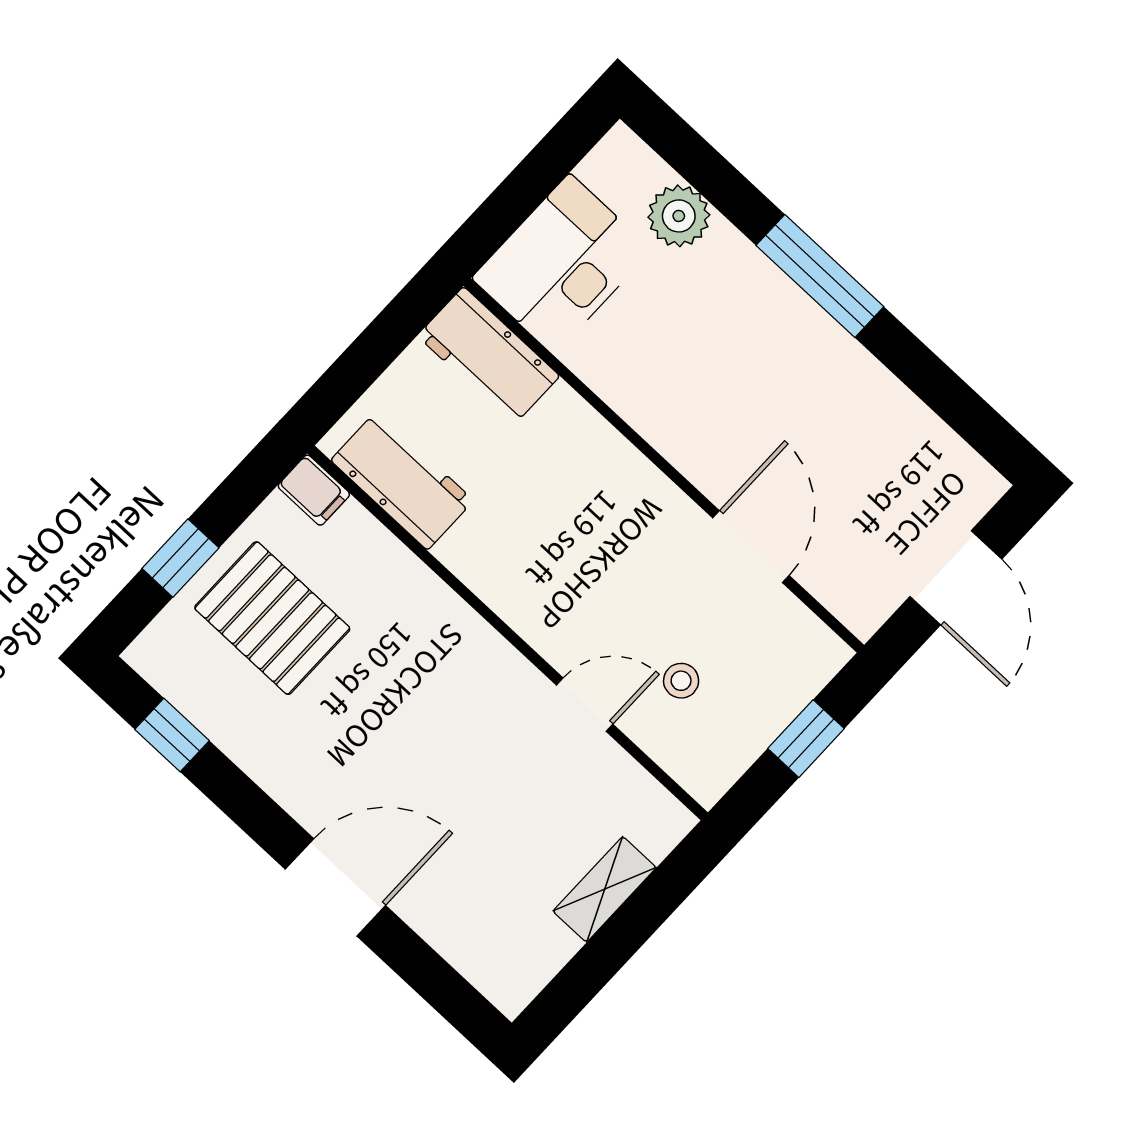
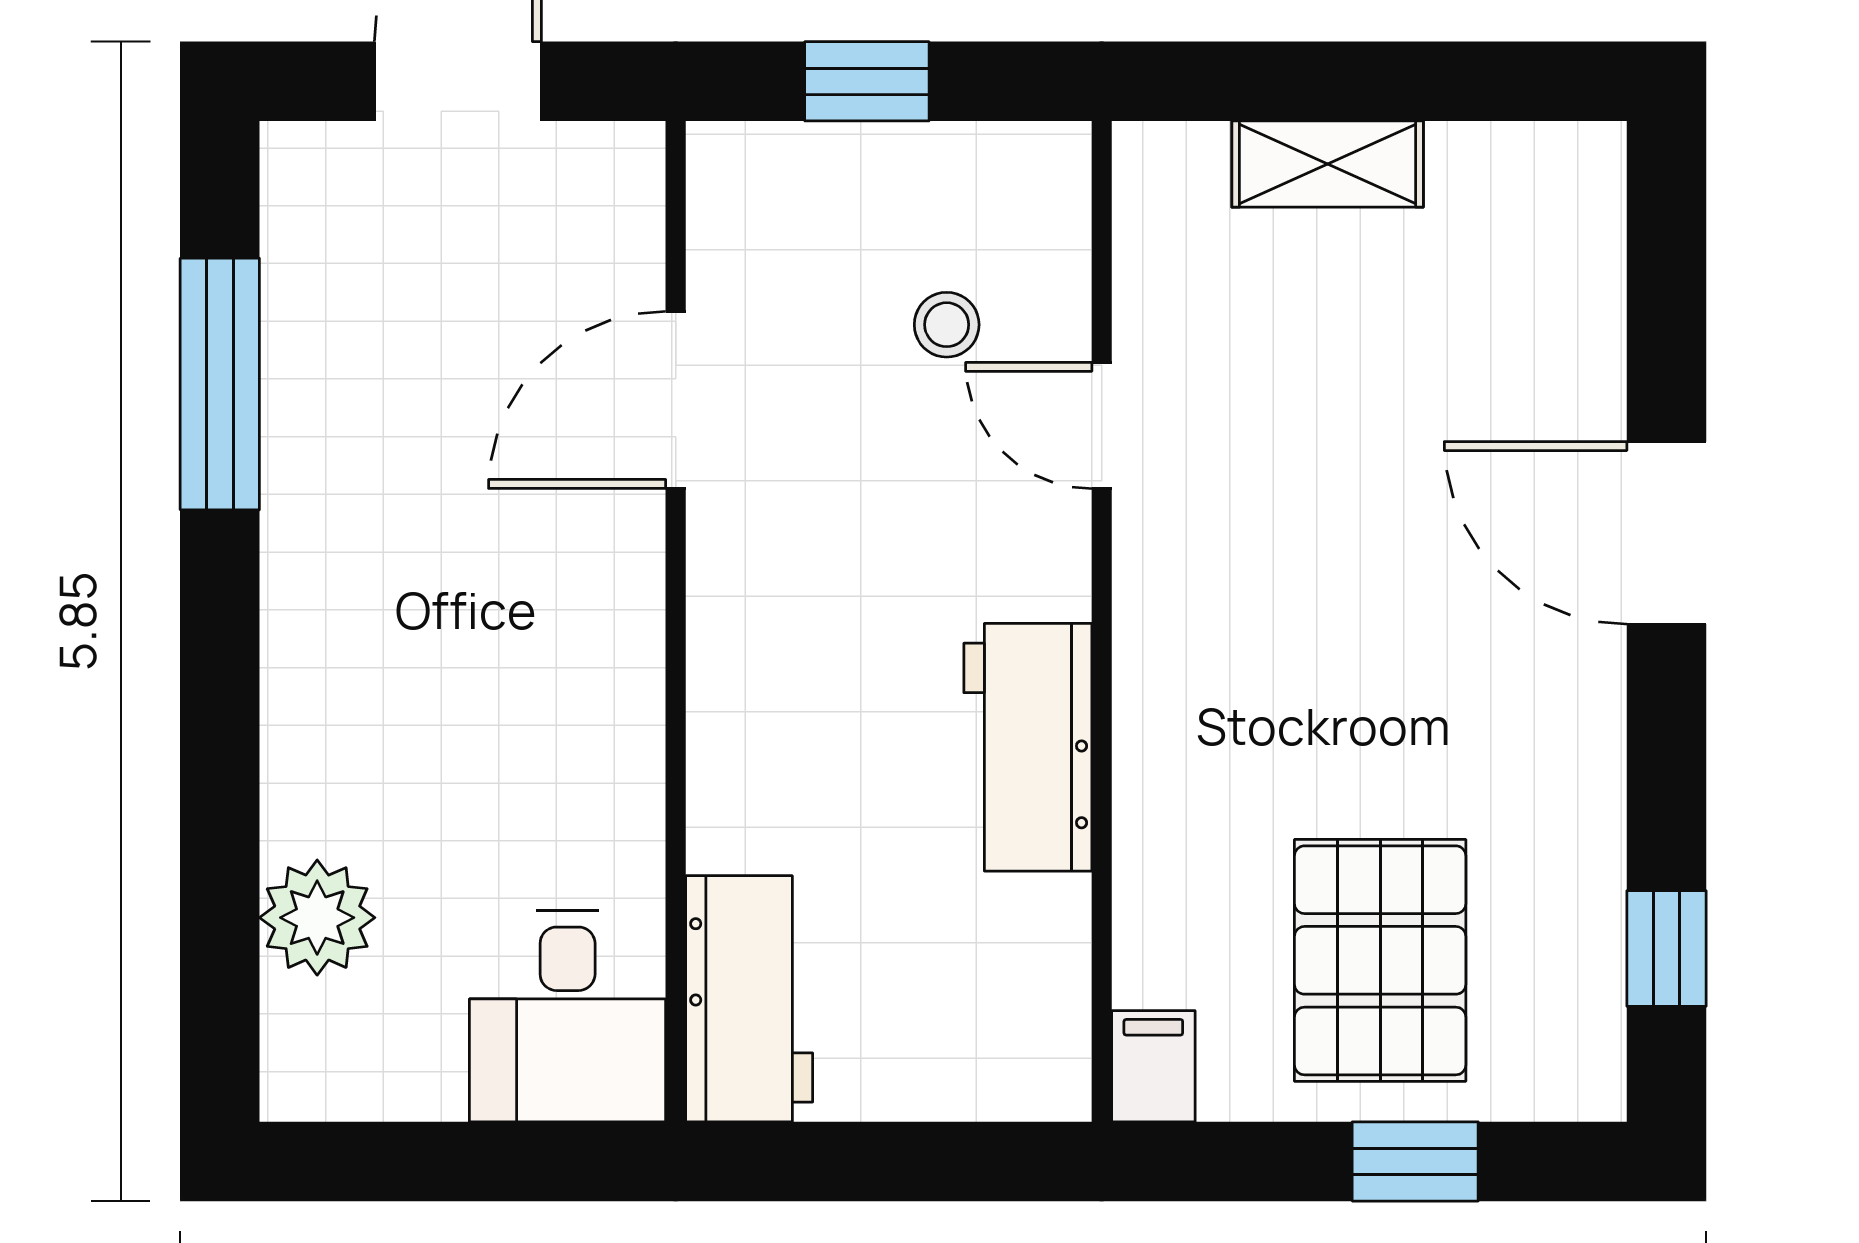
desk: (562, 264) -> (568, 1016), width x0.73
window: (820, 276) -> (220, 384), moved
workbench: (402, 480) -> (1028, 747), moved

